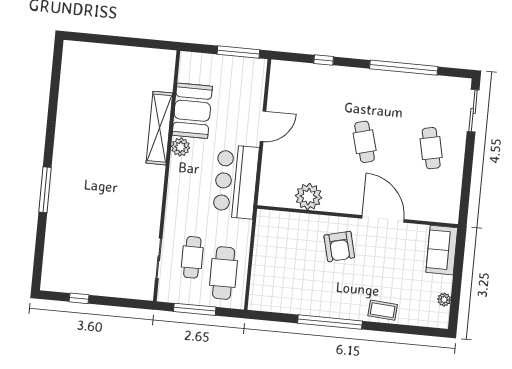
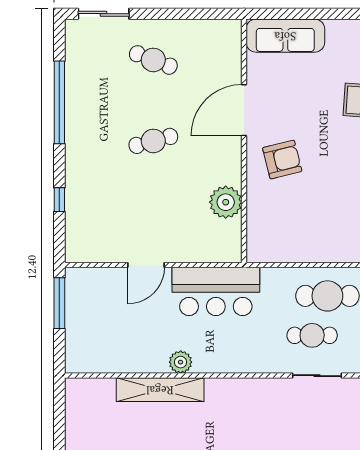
booth: (192, 111) -> (135, 352), removed
door: (263, 126) -> (146, 265), swing flipped
cafe table: (431, 148) -> (153, 60), turned 33
sofa: (442, 250) -> (285, 36), width x1.36
plant: (444, 300) -> (334, 27), removed

